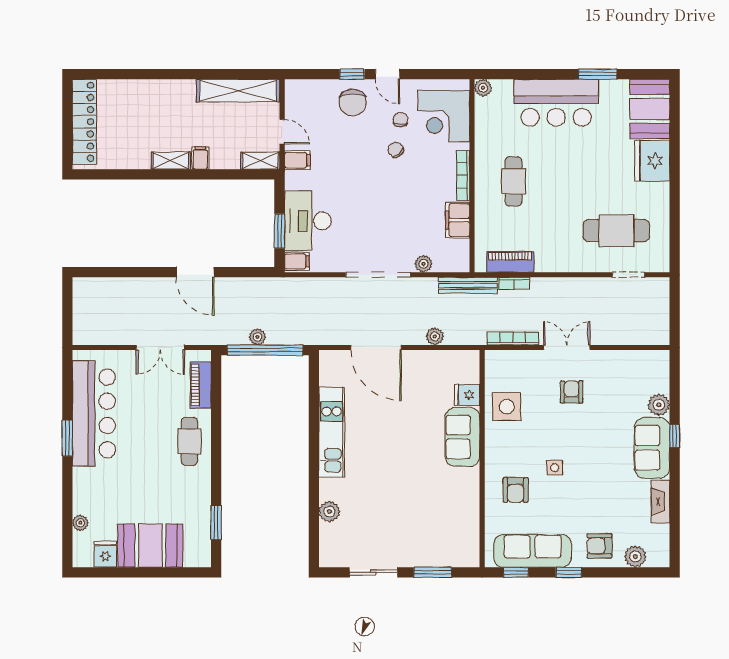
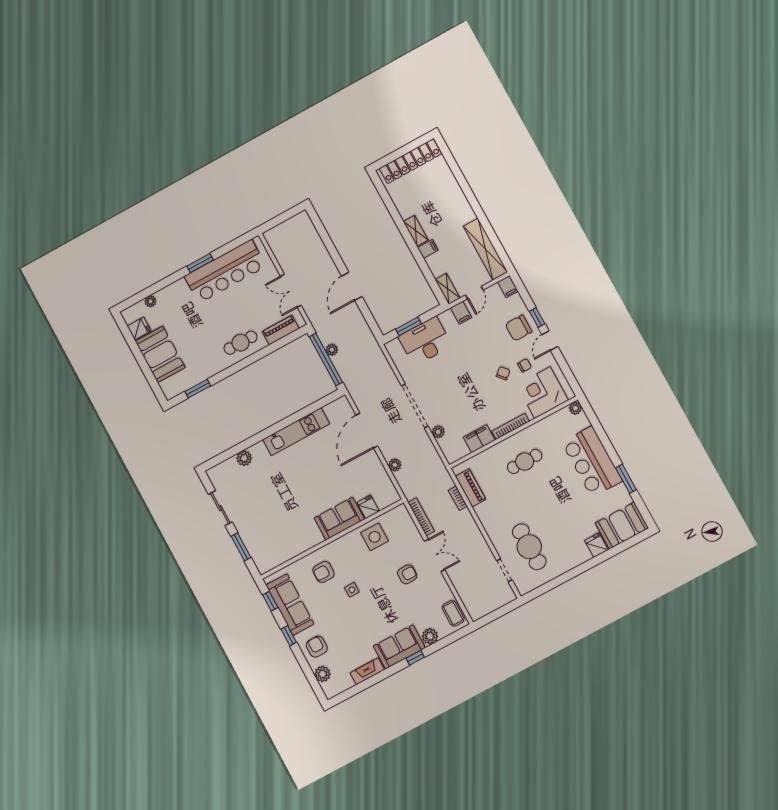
fridge: (652, 161) -> (596, 545), width x0.53, depth x0.75
filing cabinet: (297, 261) -> (508, 287), moved
bench: (468, 285) -> (440, 469), removed
coffee table: (647, 363) -> (453, 613), added

